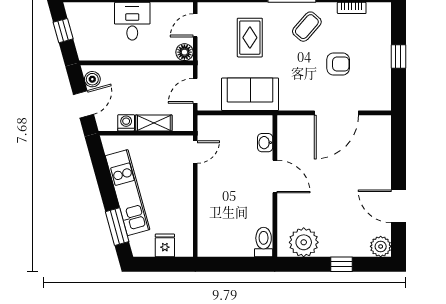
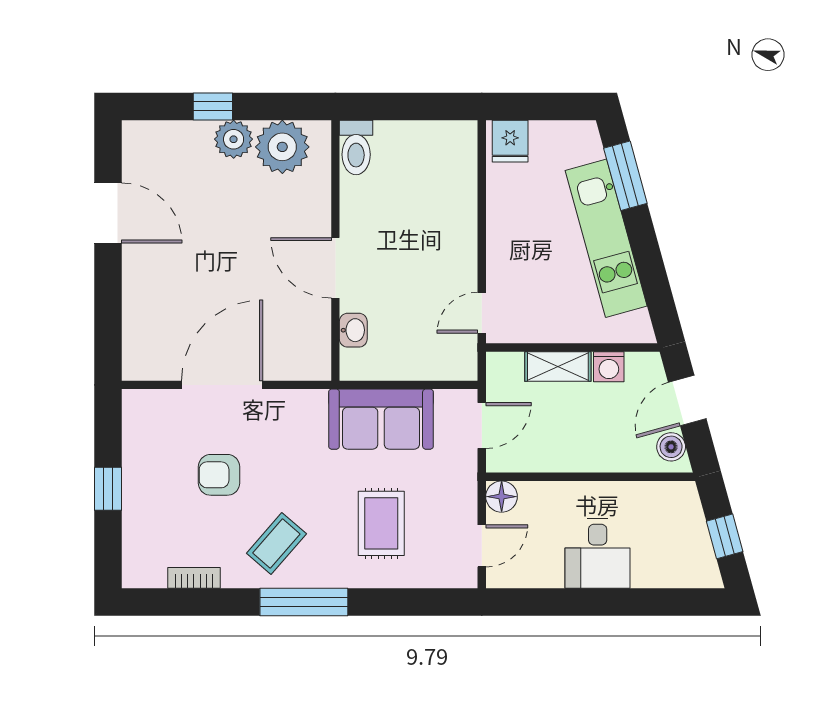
fridge: (165, 245) -> (510, 141), moved
plant: (381, 246) -> (234, 139), moved

